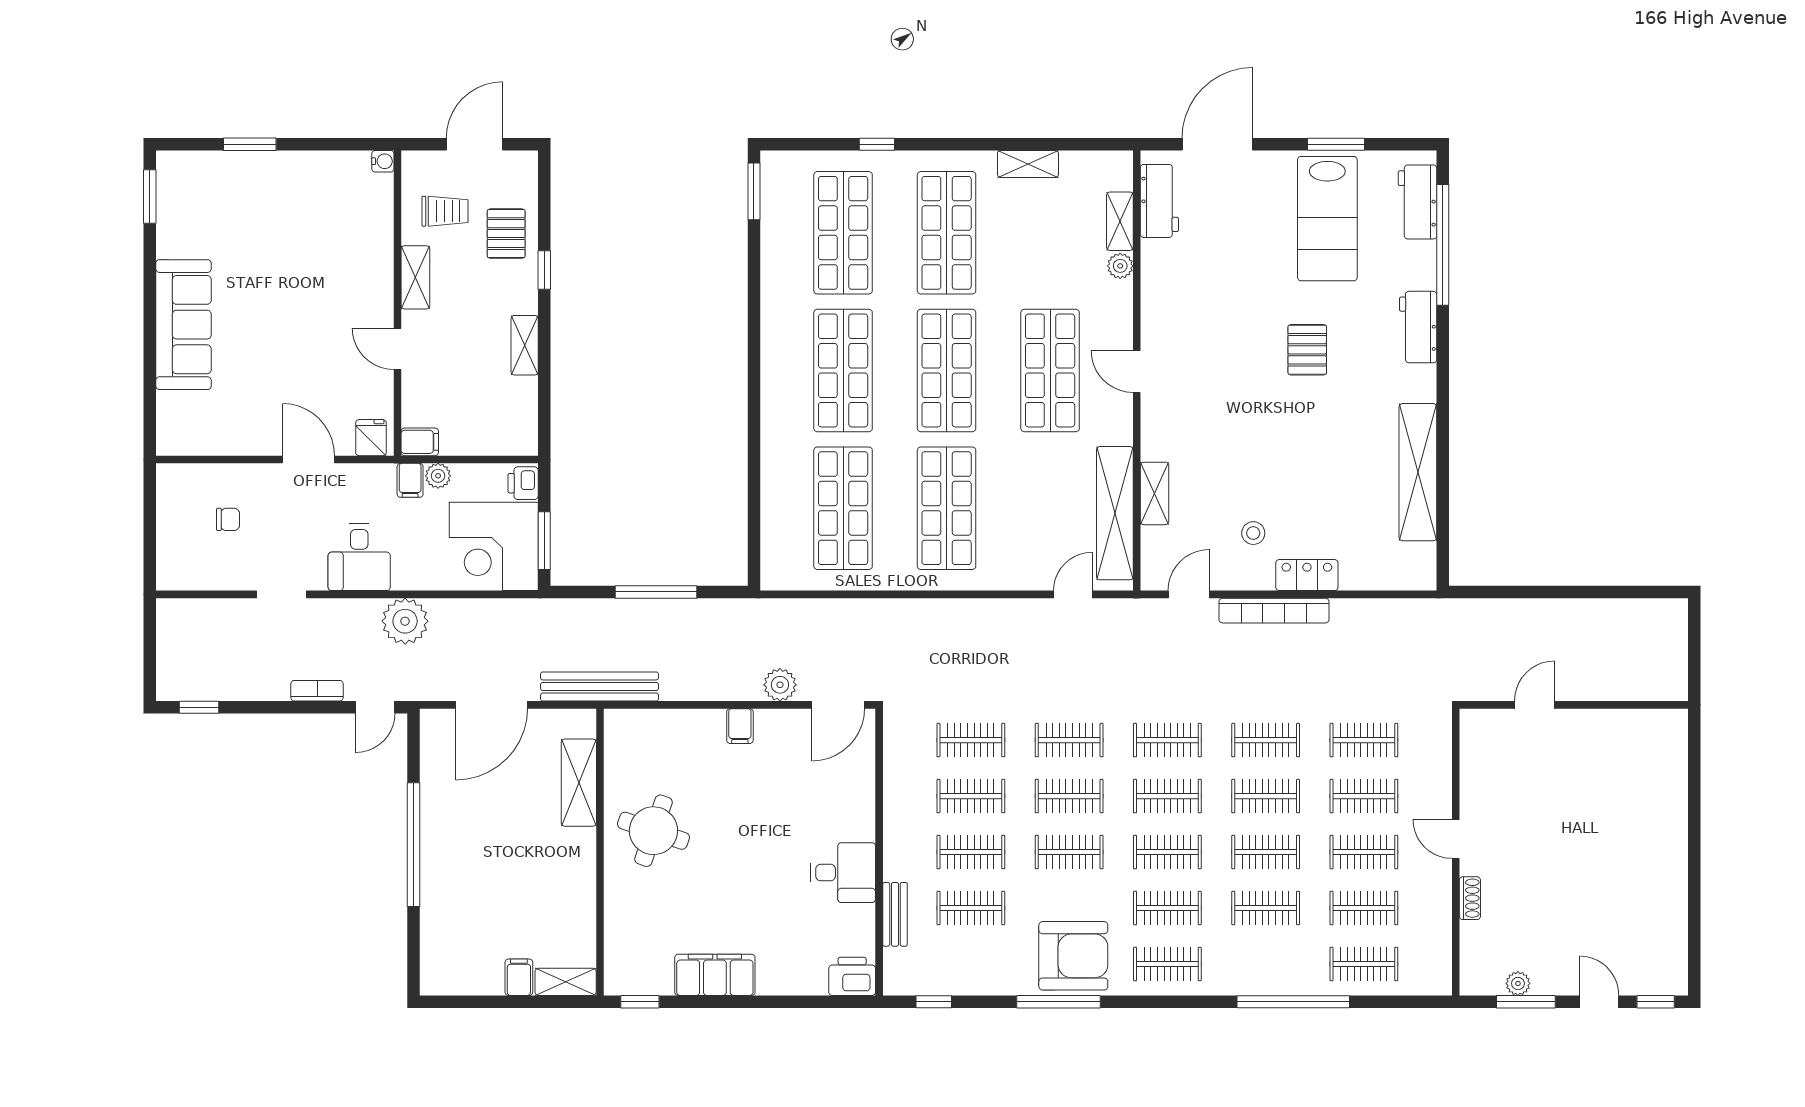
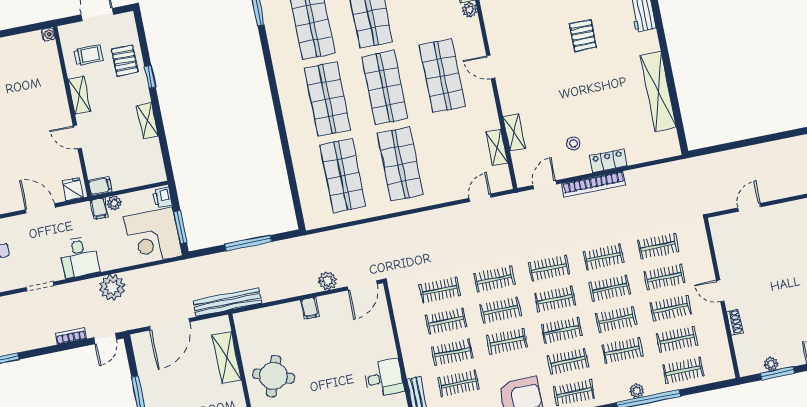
shelving: (1115, 513) -> (497, 147), width x0.45, depth x0.75
plant: (1277, 983) -> (637, 391), added

